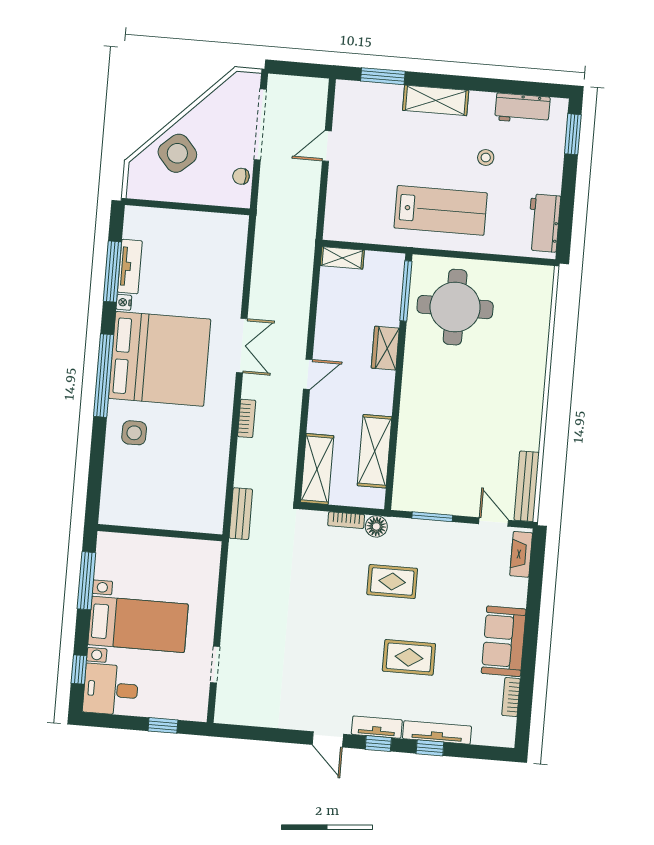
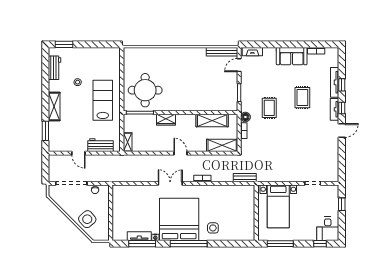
workbench: (544, 223) -> (100, 145), moved, turned 180
bed with nightstands: (138, 624) -> (278, 206), moved, turned 180

